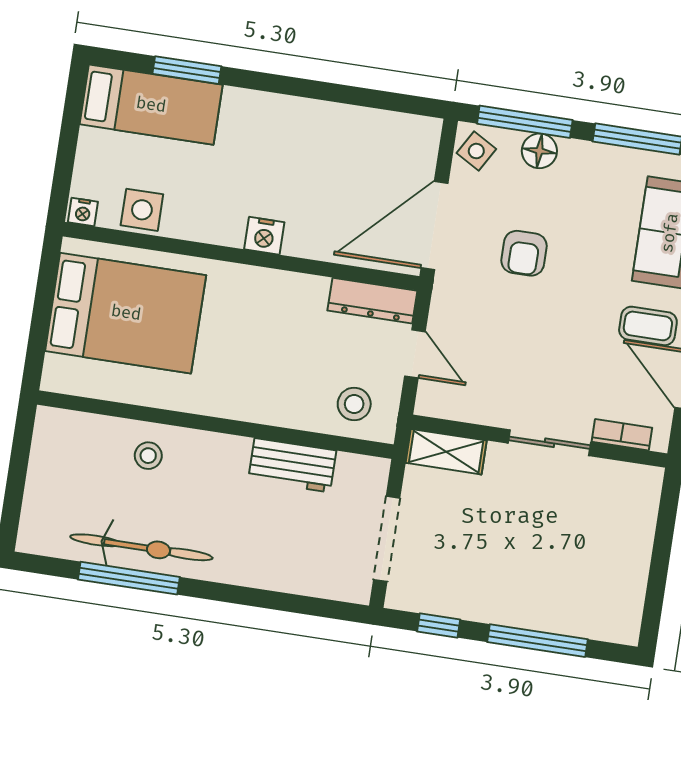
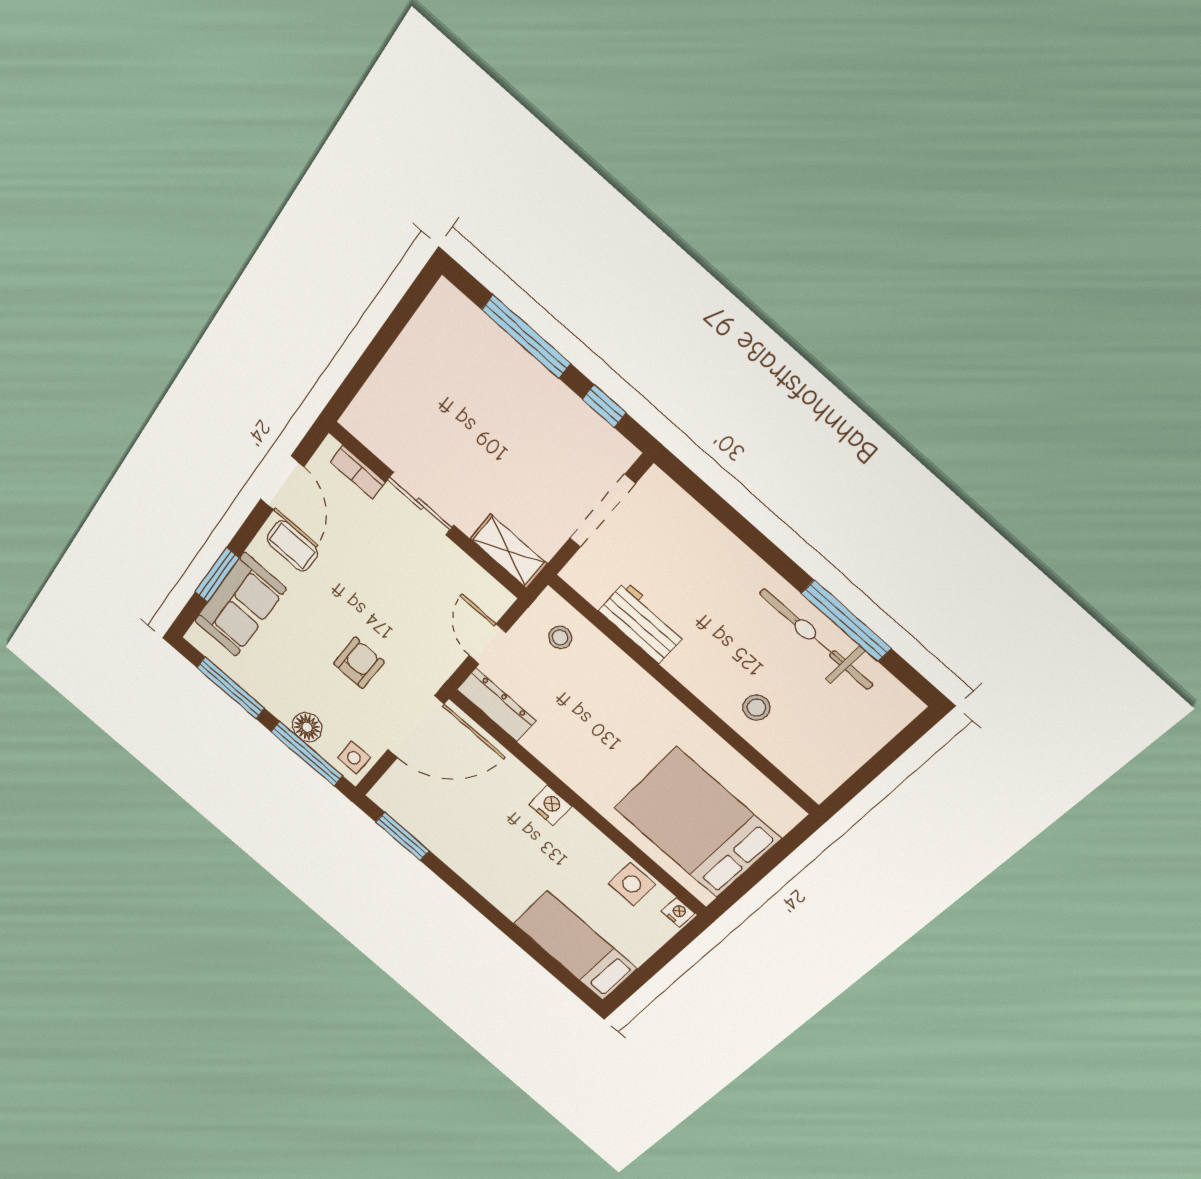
window: (187, 70) -> (402, 836), moved
side table: (476, 151) -> (354, 758), turned -30
stool: (354, 404) -> (560, 637), width x0.73, depth x0.73

